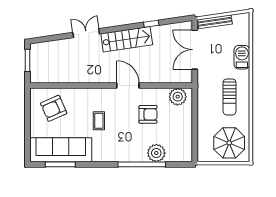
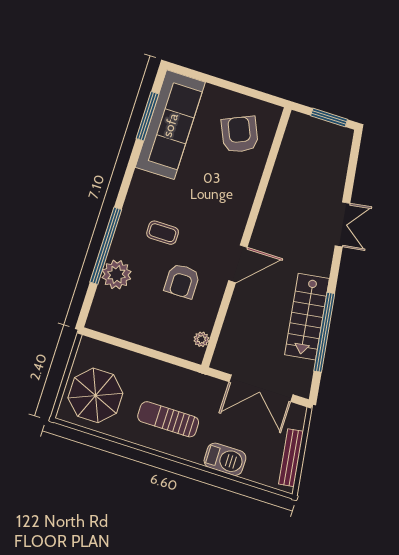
bench: (215, 22) -> (291, 458), moved
window: (151, 24) -> (324, 332), width x3.17
stairs: (127, 39) -> (307, 317), moved
double door: (195, 50) -> (261, 388), swing flipped
plant: (178, 97) -> (201, 339), width x0.53, depth x0.53
coffee table: (99, 121) -> (163, 233), moved

